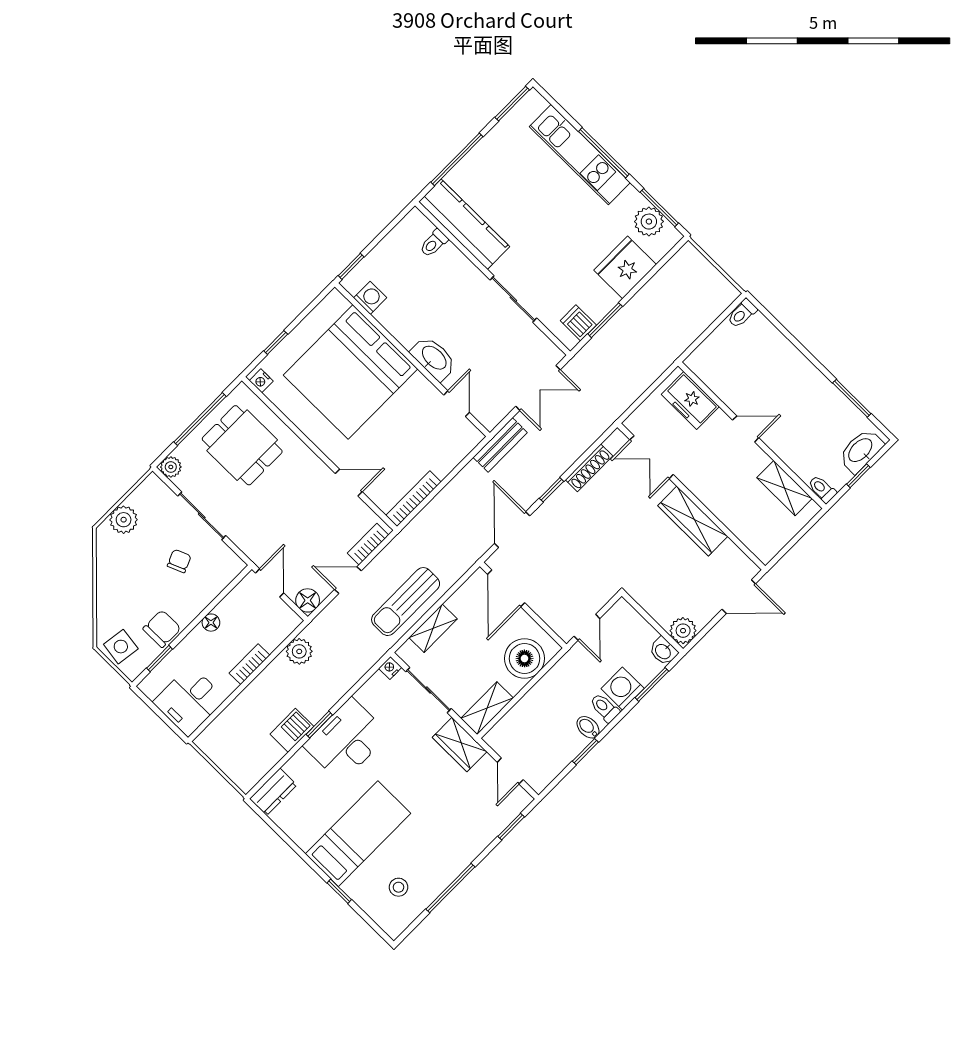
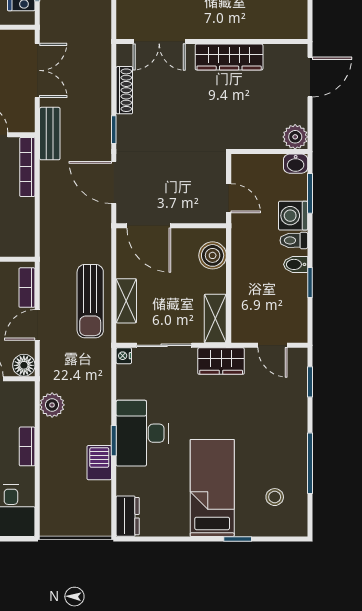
bookcase: (413, 499) -> (27, 167), moved
boiler: (525, 658) -> (213, 255), width x0.73, depth x0.73

